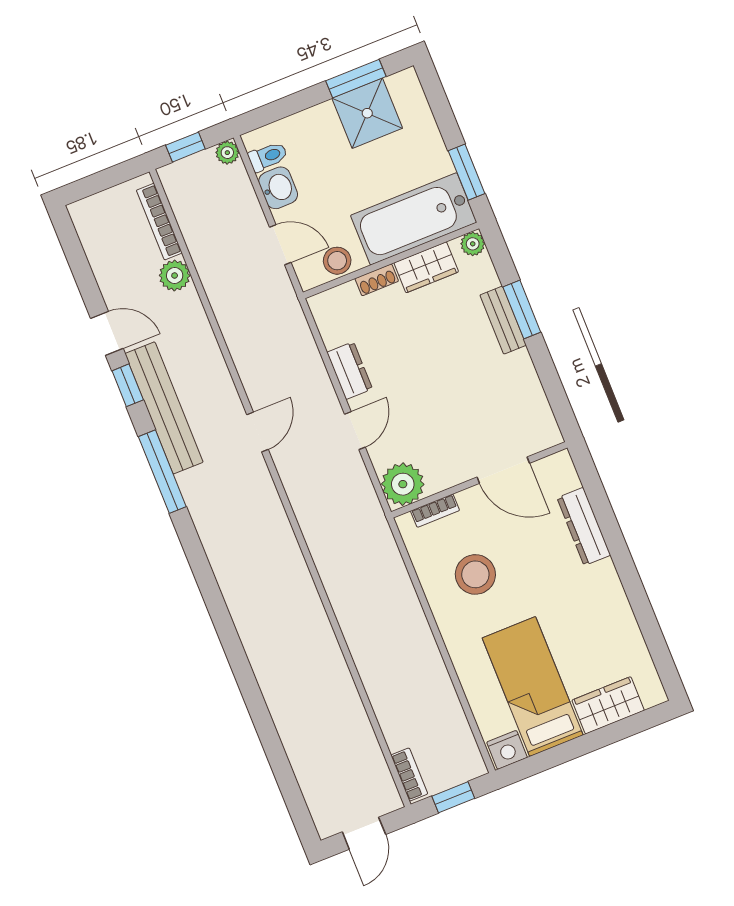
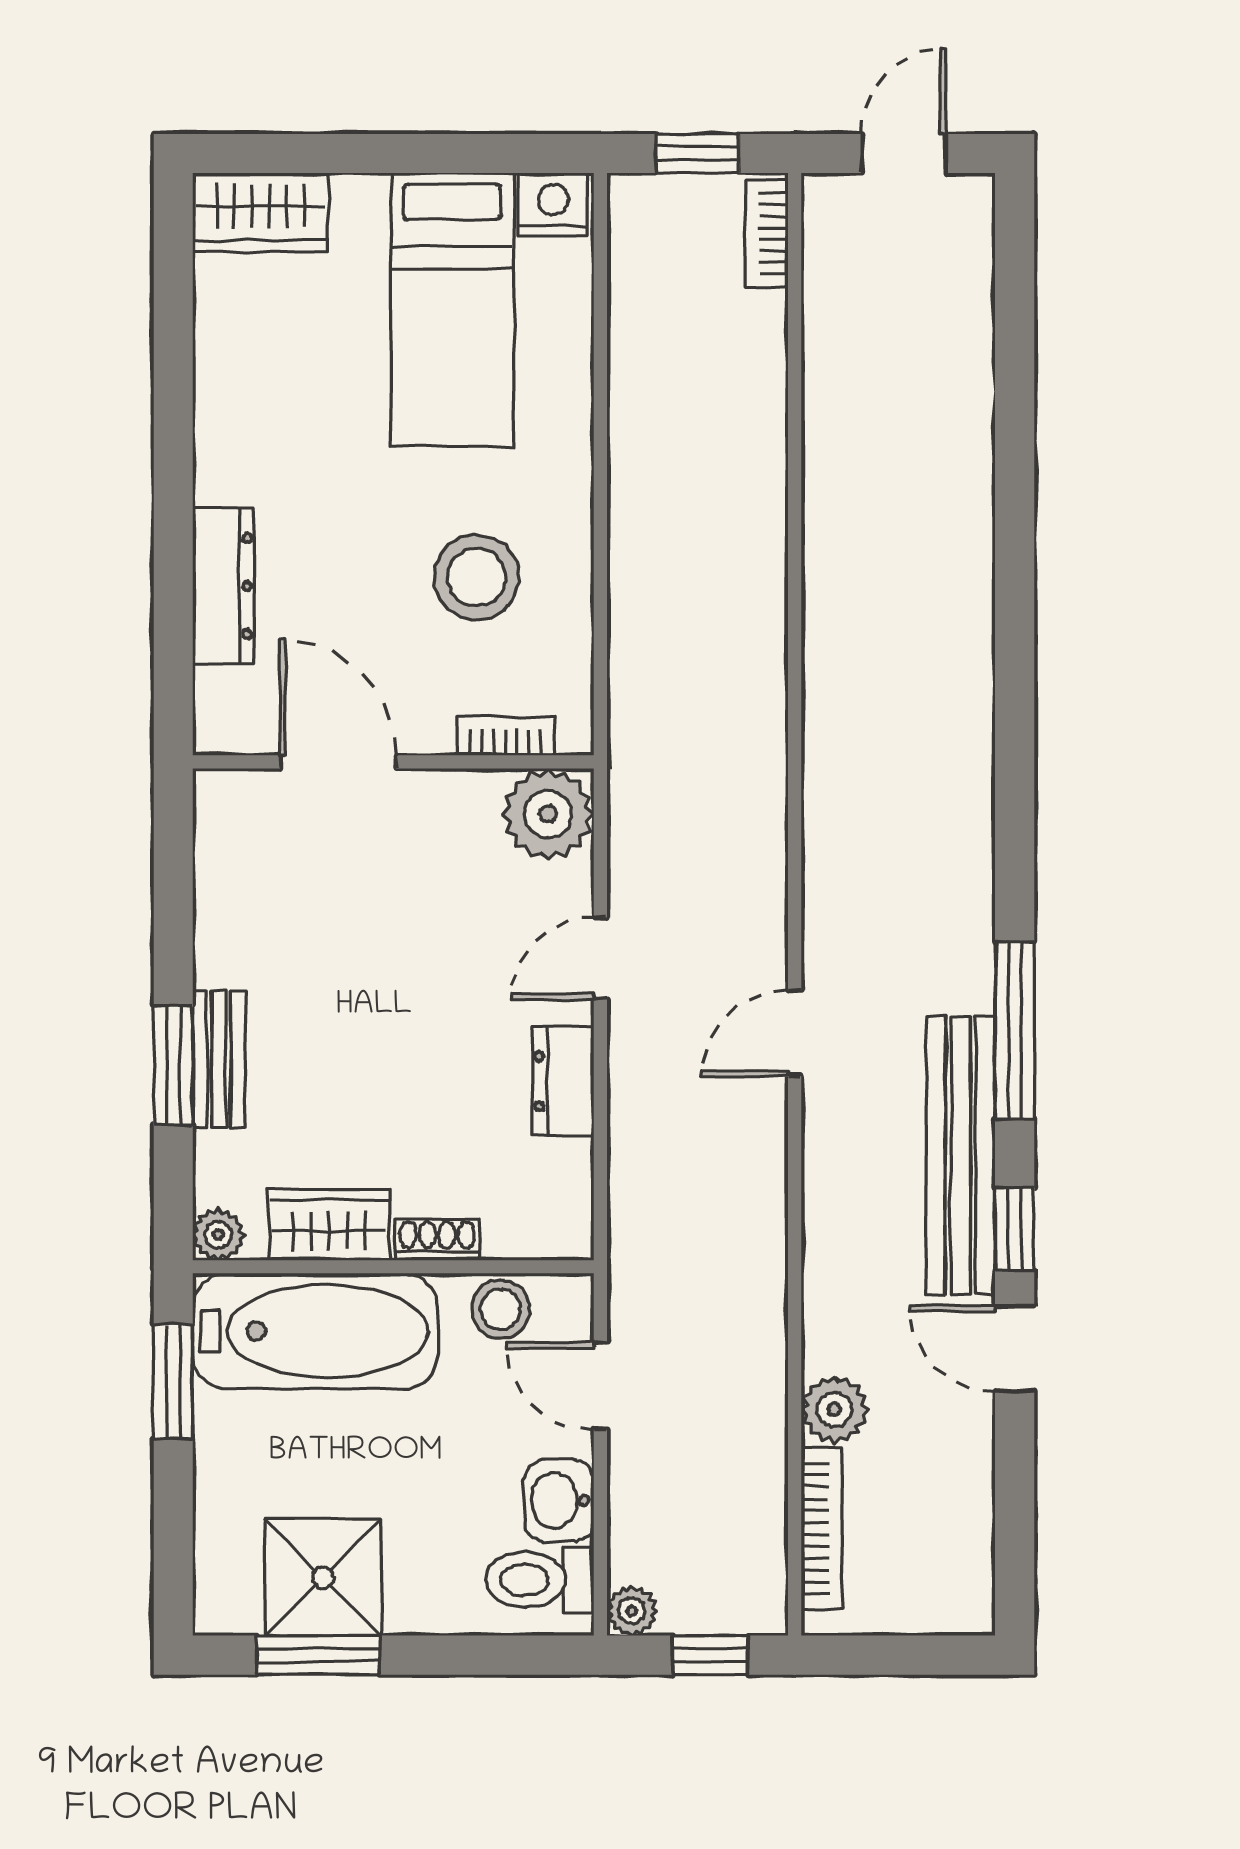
toilet: (268, 157) -> (540, 1580), width x1.37, depth x1.39
wardrobe: (608, 705) -> (261, 212), moved

